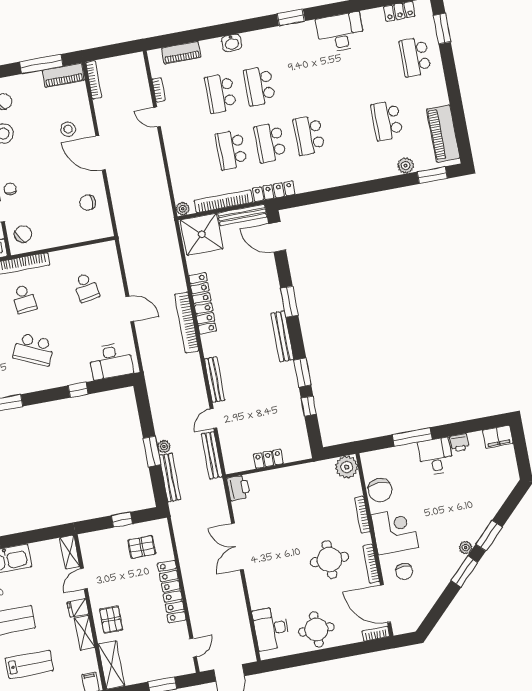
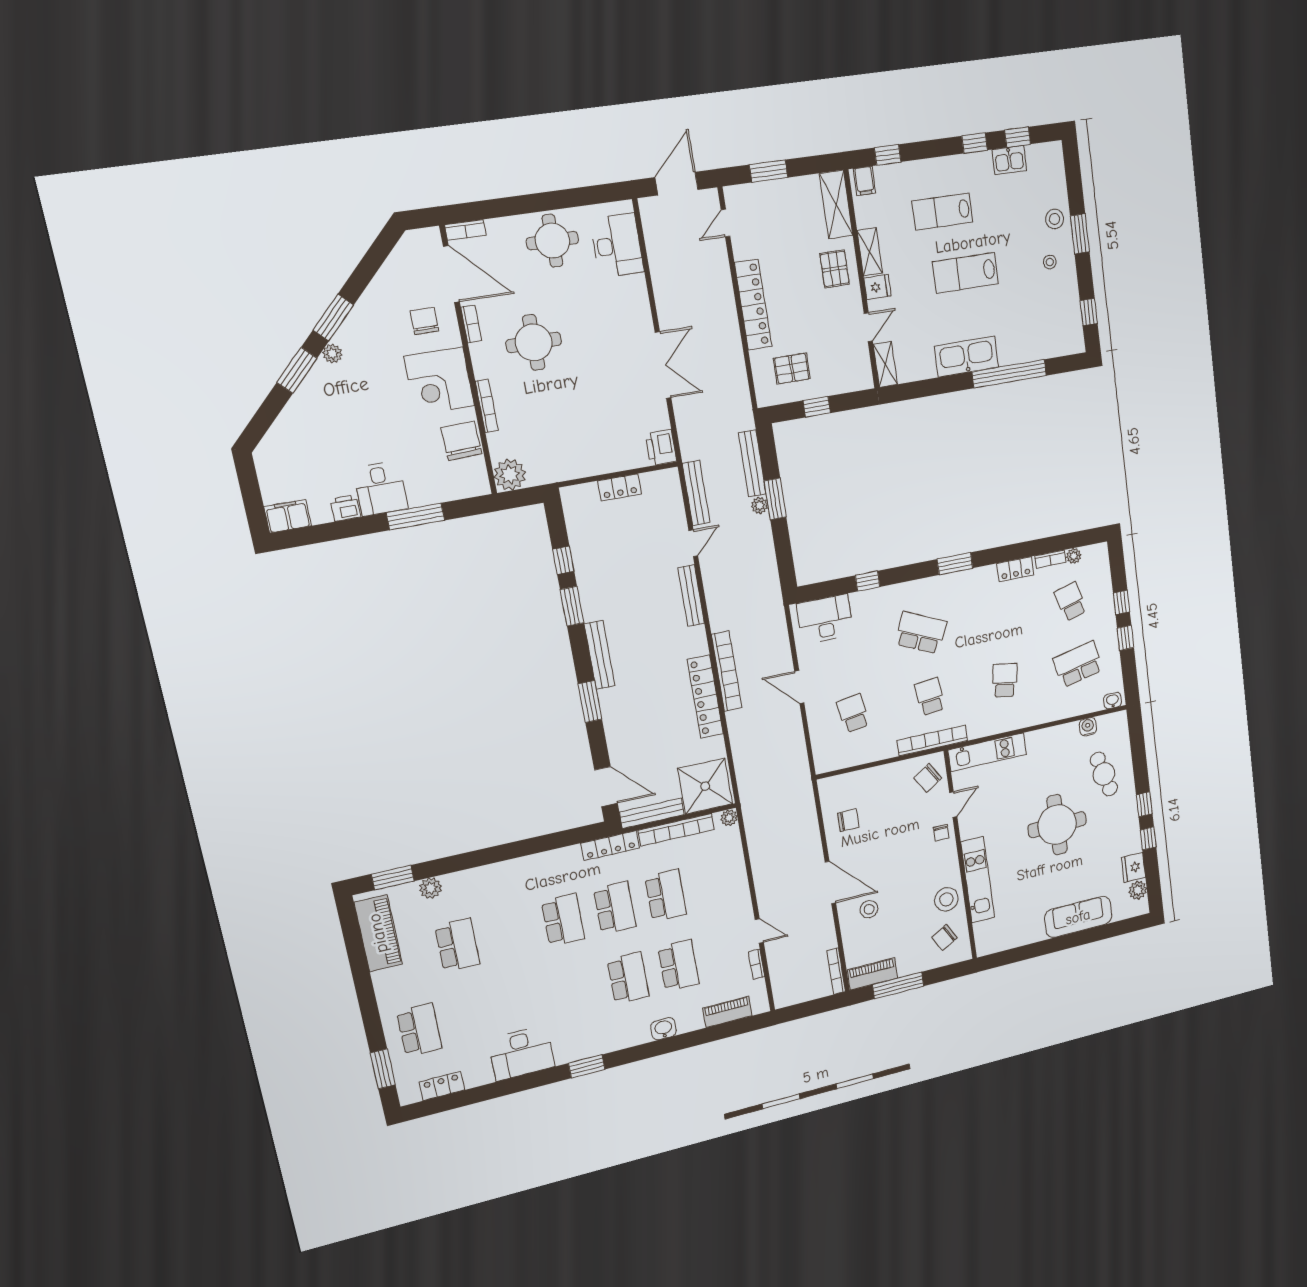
bookcase: (371, 564) -> (471, 324), width x0.64

